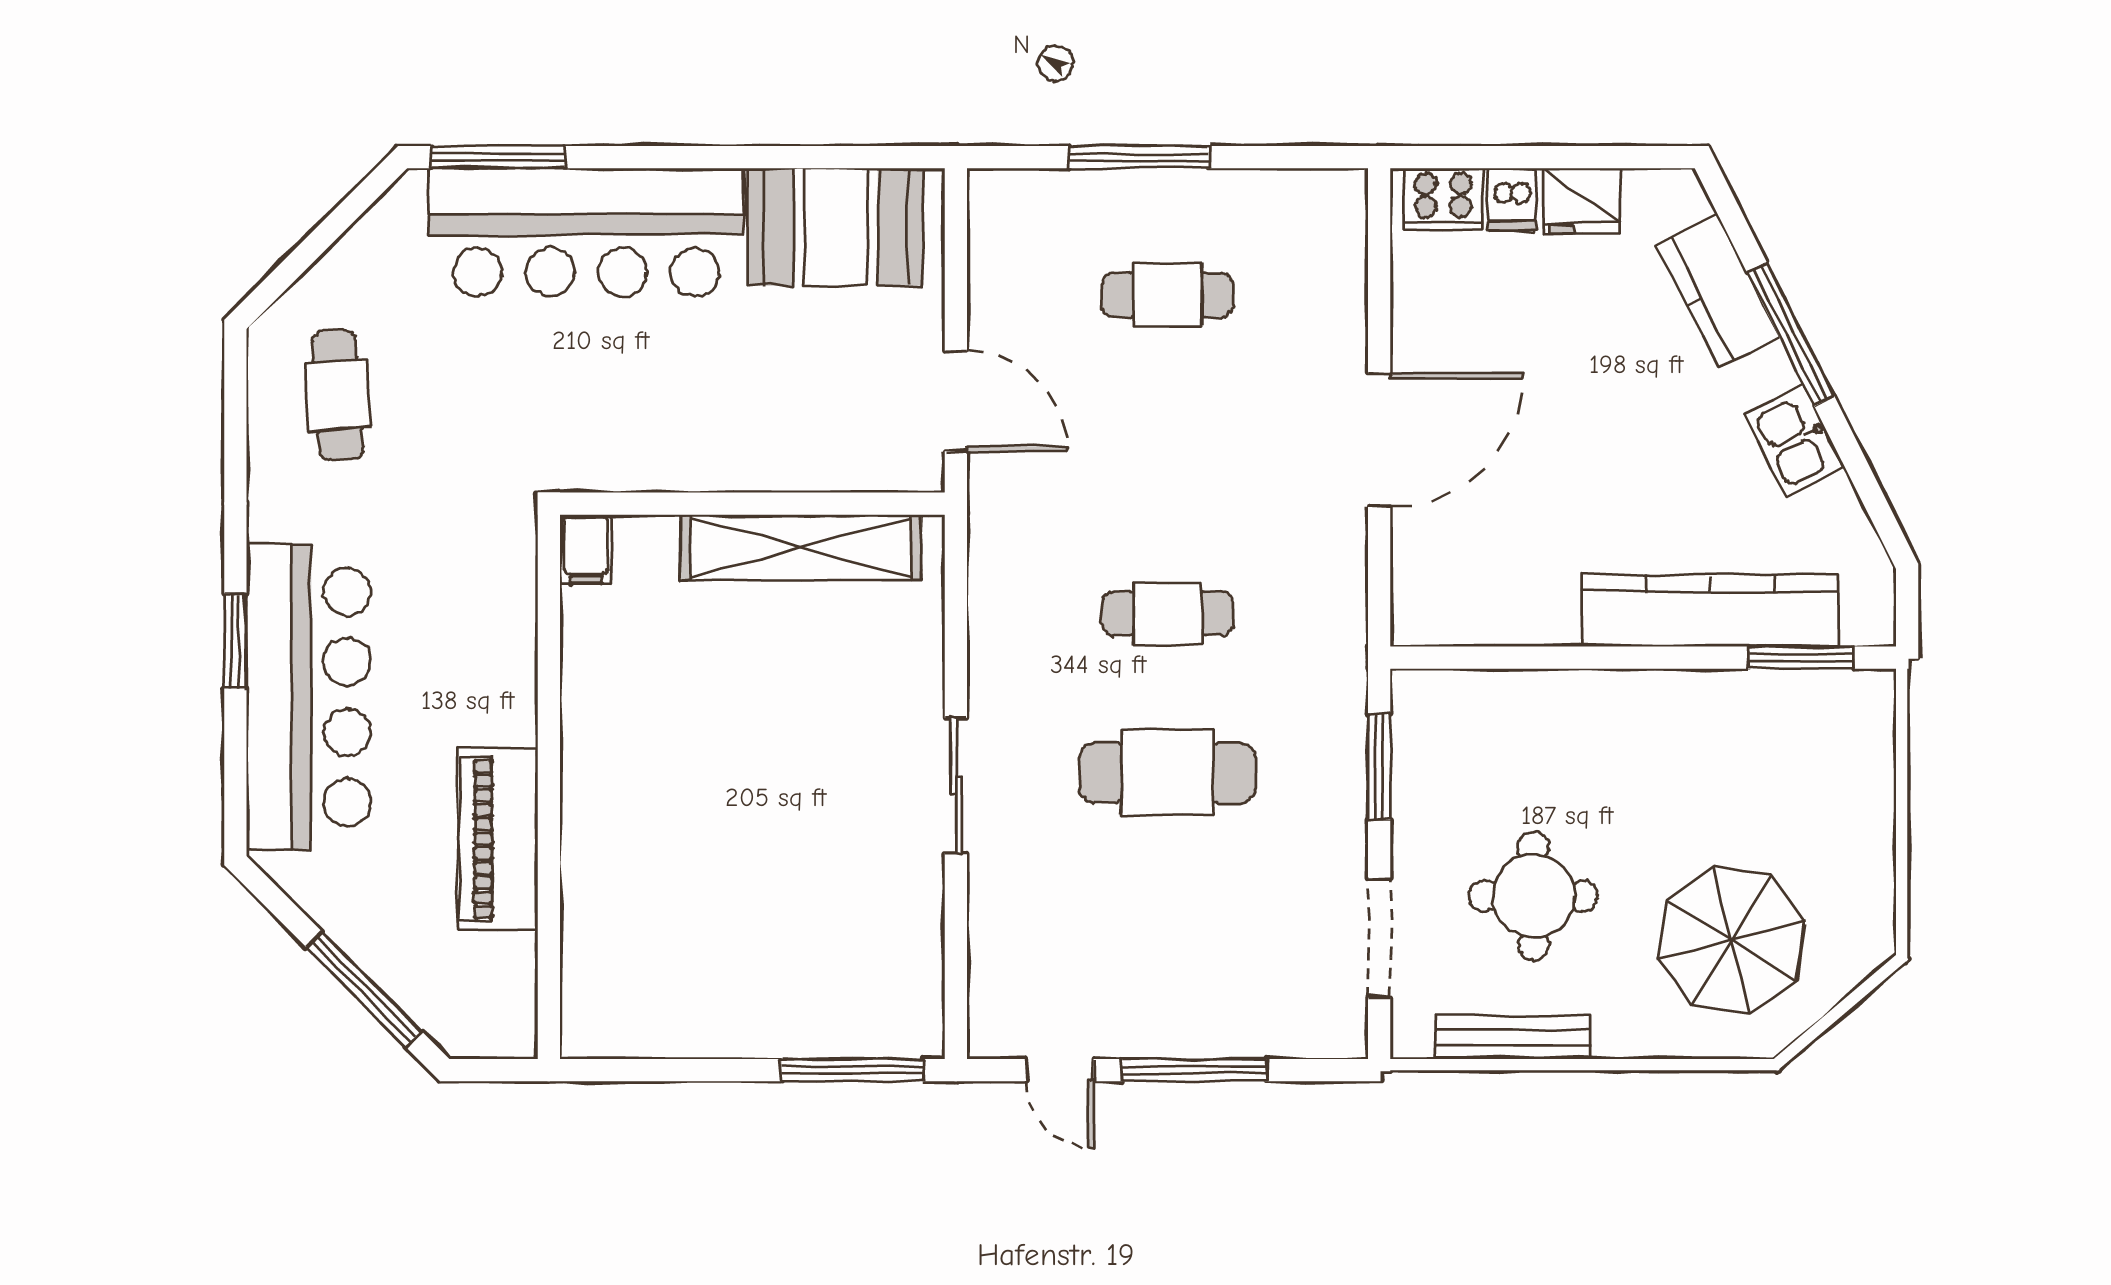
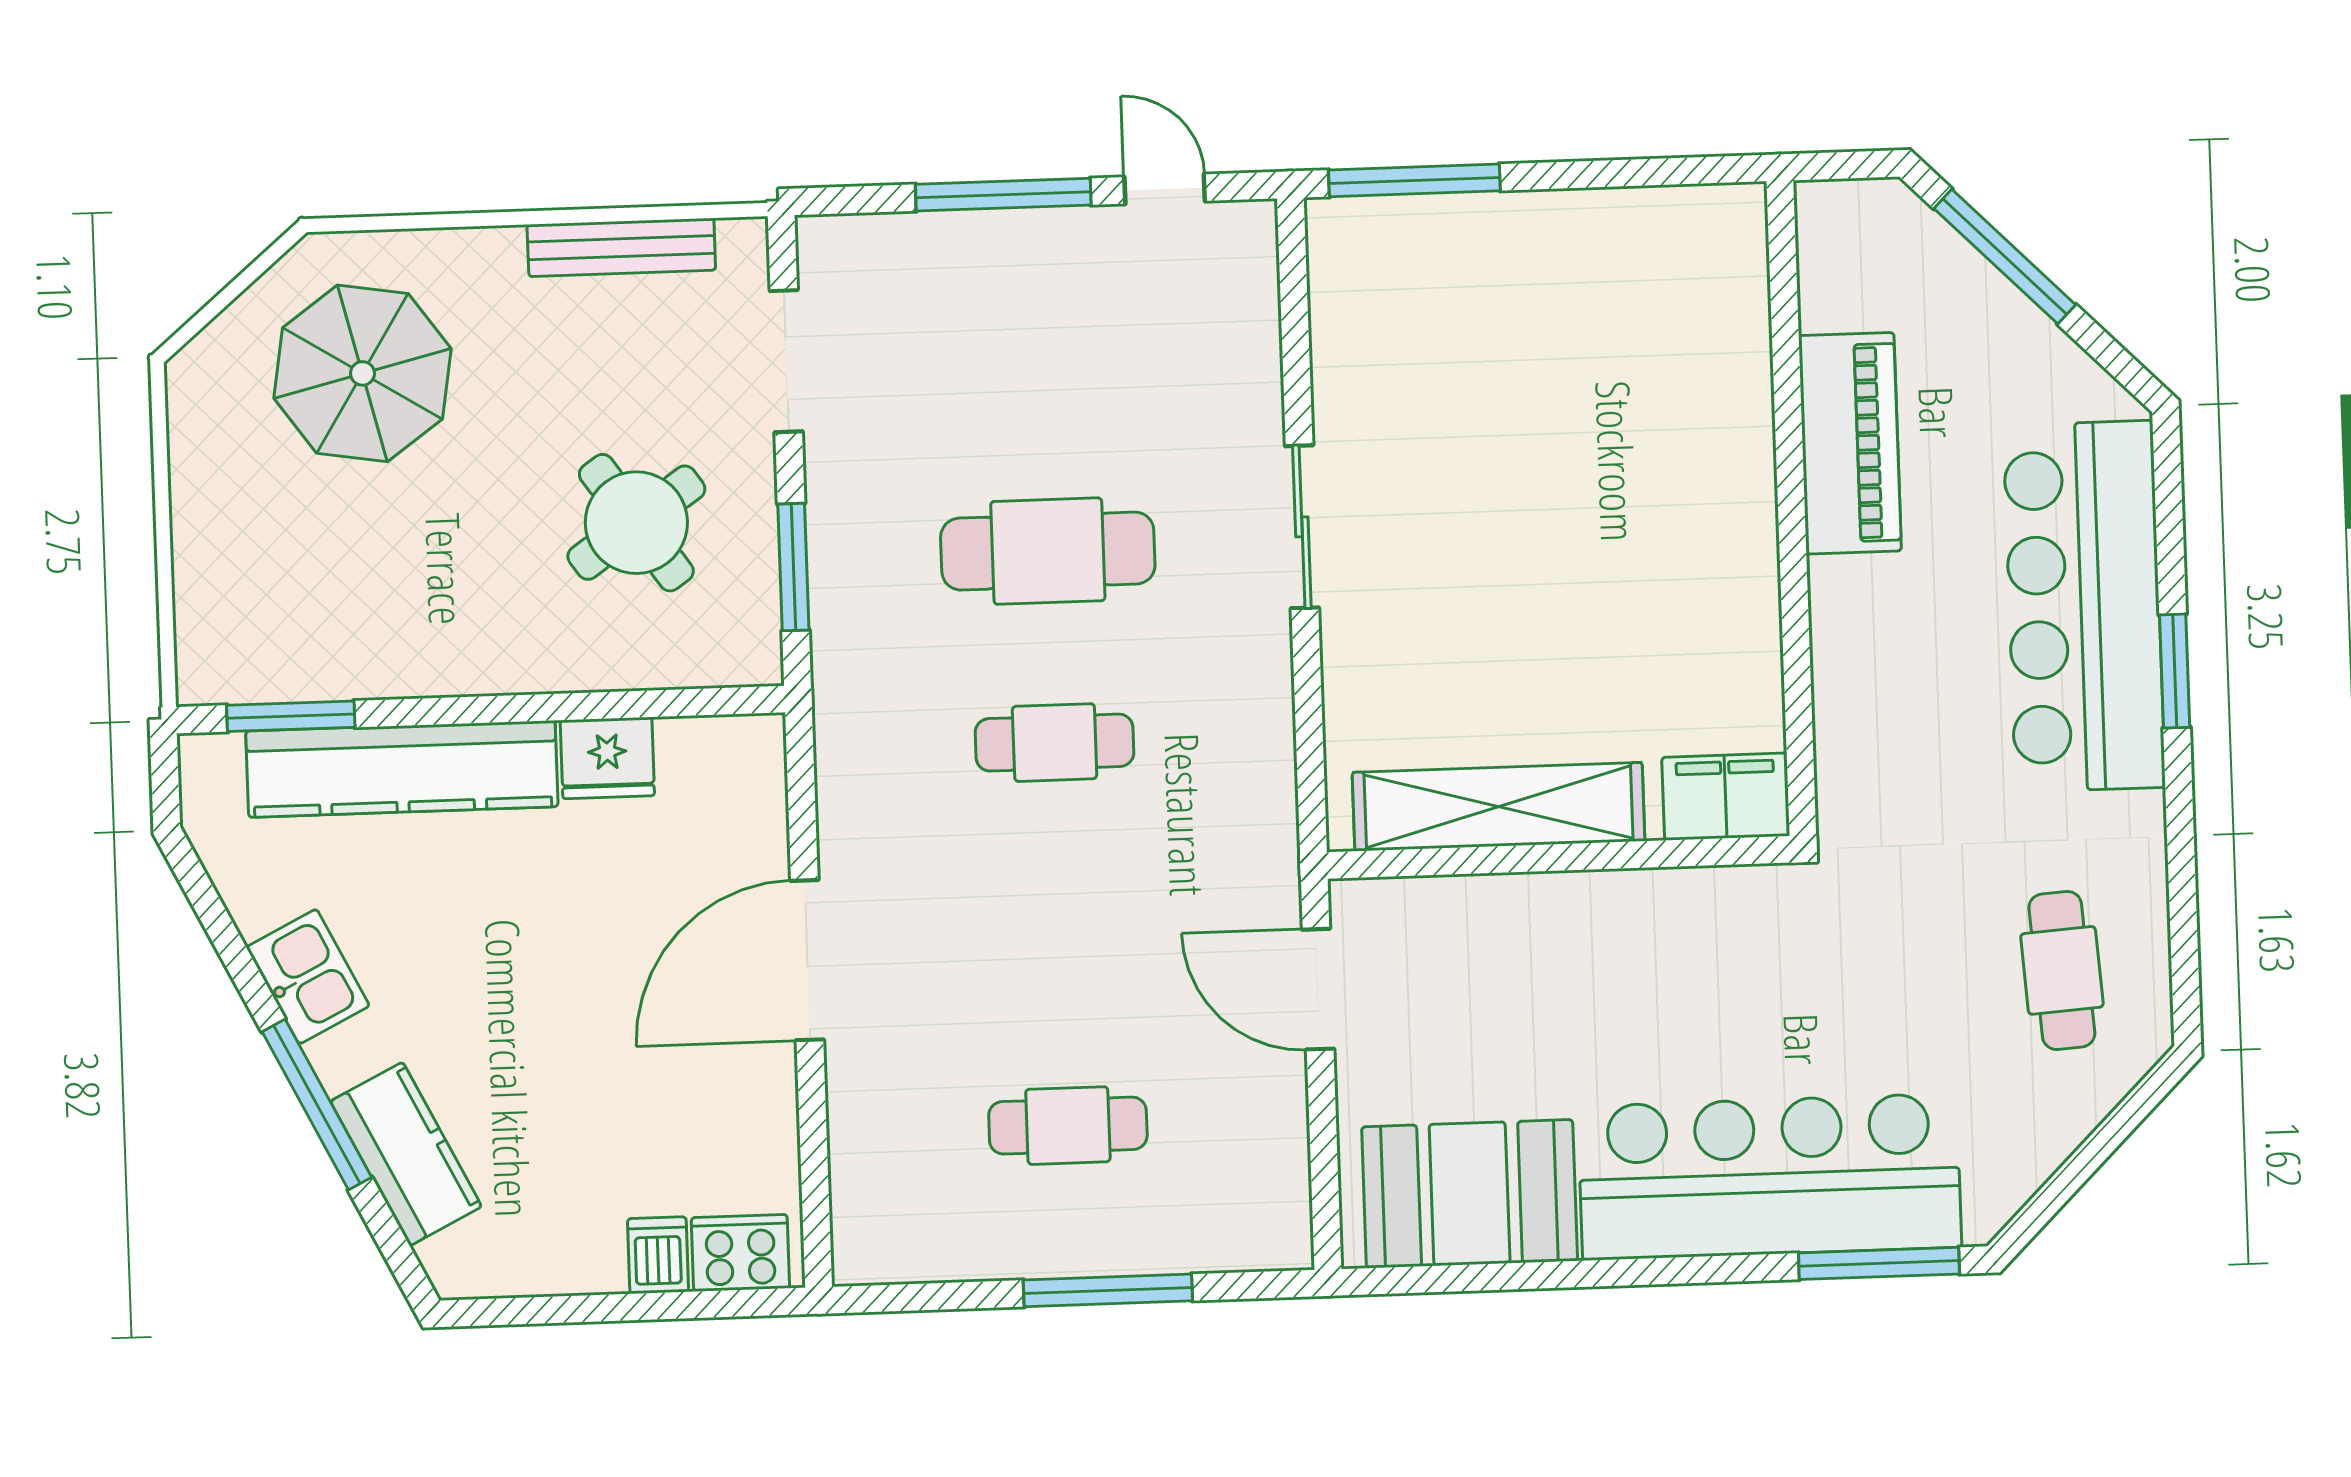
fridge: (1582, 201) -> (607, 758), moved, turned 180
filing cabinet: (586, 549) -> (1726, 797), width x2.00
round table: (1534, 896) -> (636, 523), moved, turned -35

